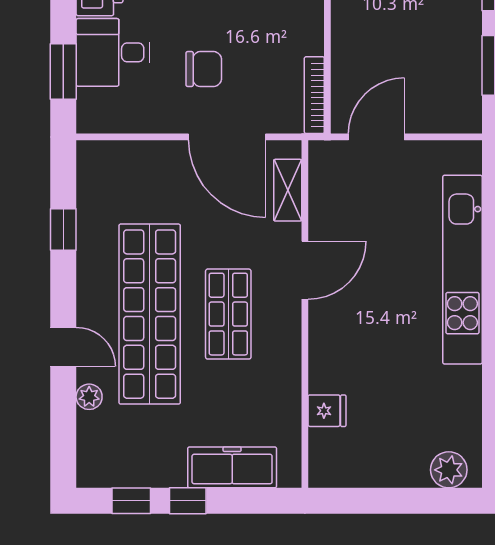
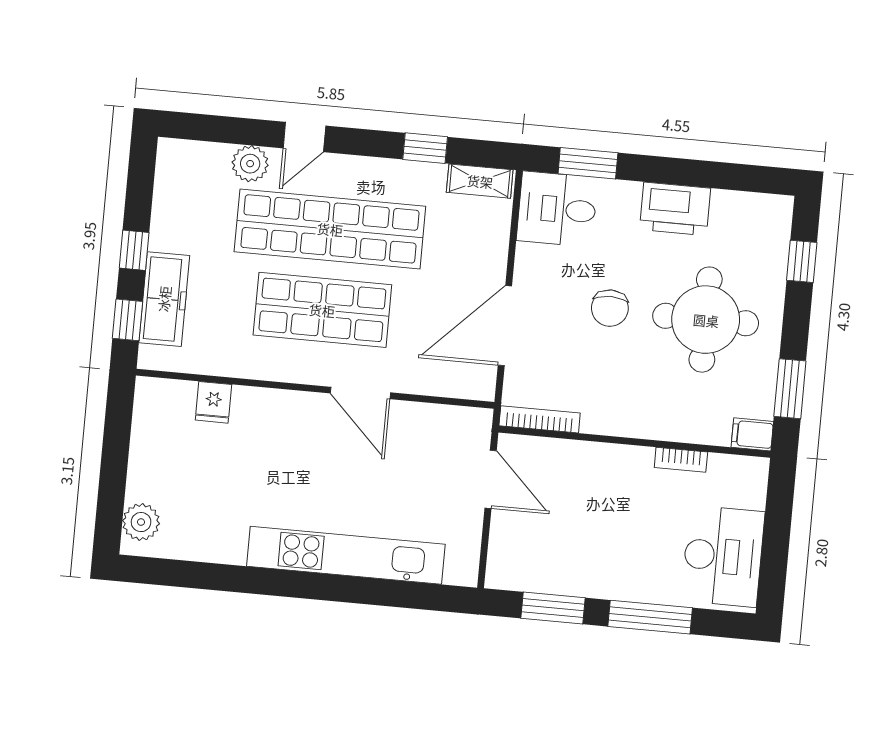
desk: (113, 52) -> (557, 209), moved, turned -90
chair: (204, 69) -> (610, 308), moved
shelving: (288, 190) -> (480, 181), moved
shop shelf: (228, 314) -> (322, 310), width x1.43, depth x1.36
plant: (89, 397) -> (250, 164), width x1.38, depth x1.38
window: (131, 501) -> (128, 320), moved

